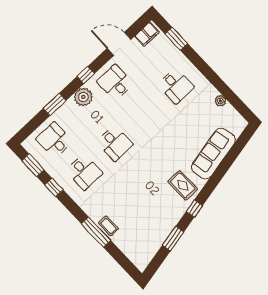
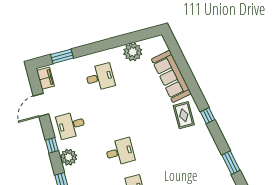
plant: (220, 101) -> (133, 52), width x1.87, depth x1.87
rug: (183, 185) -> (184, 115), turned 90
window: (173, 238) -> (231, 163), moved

